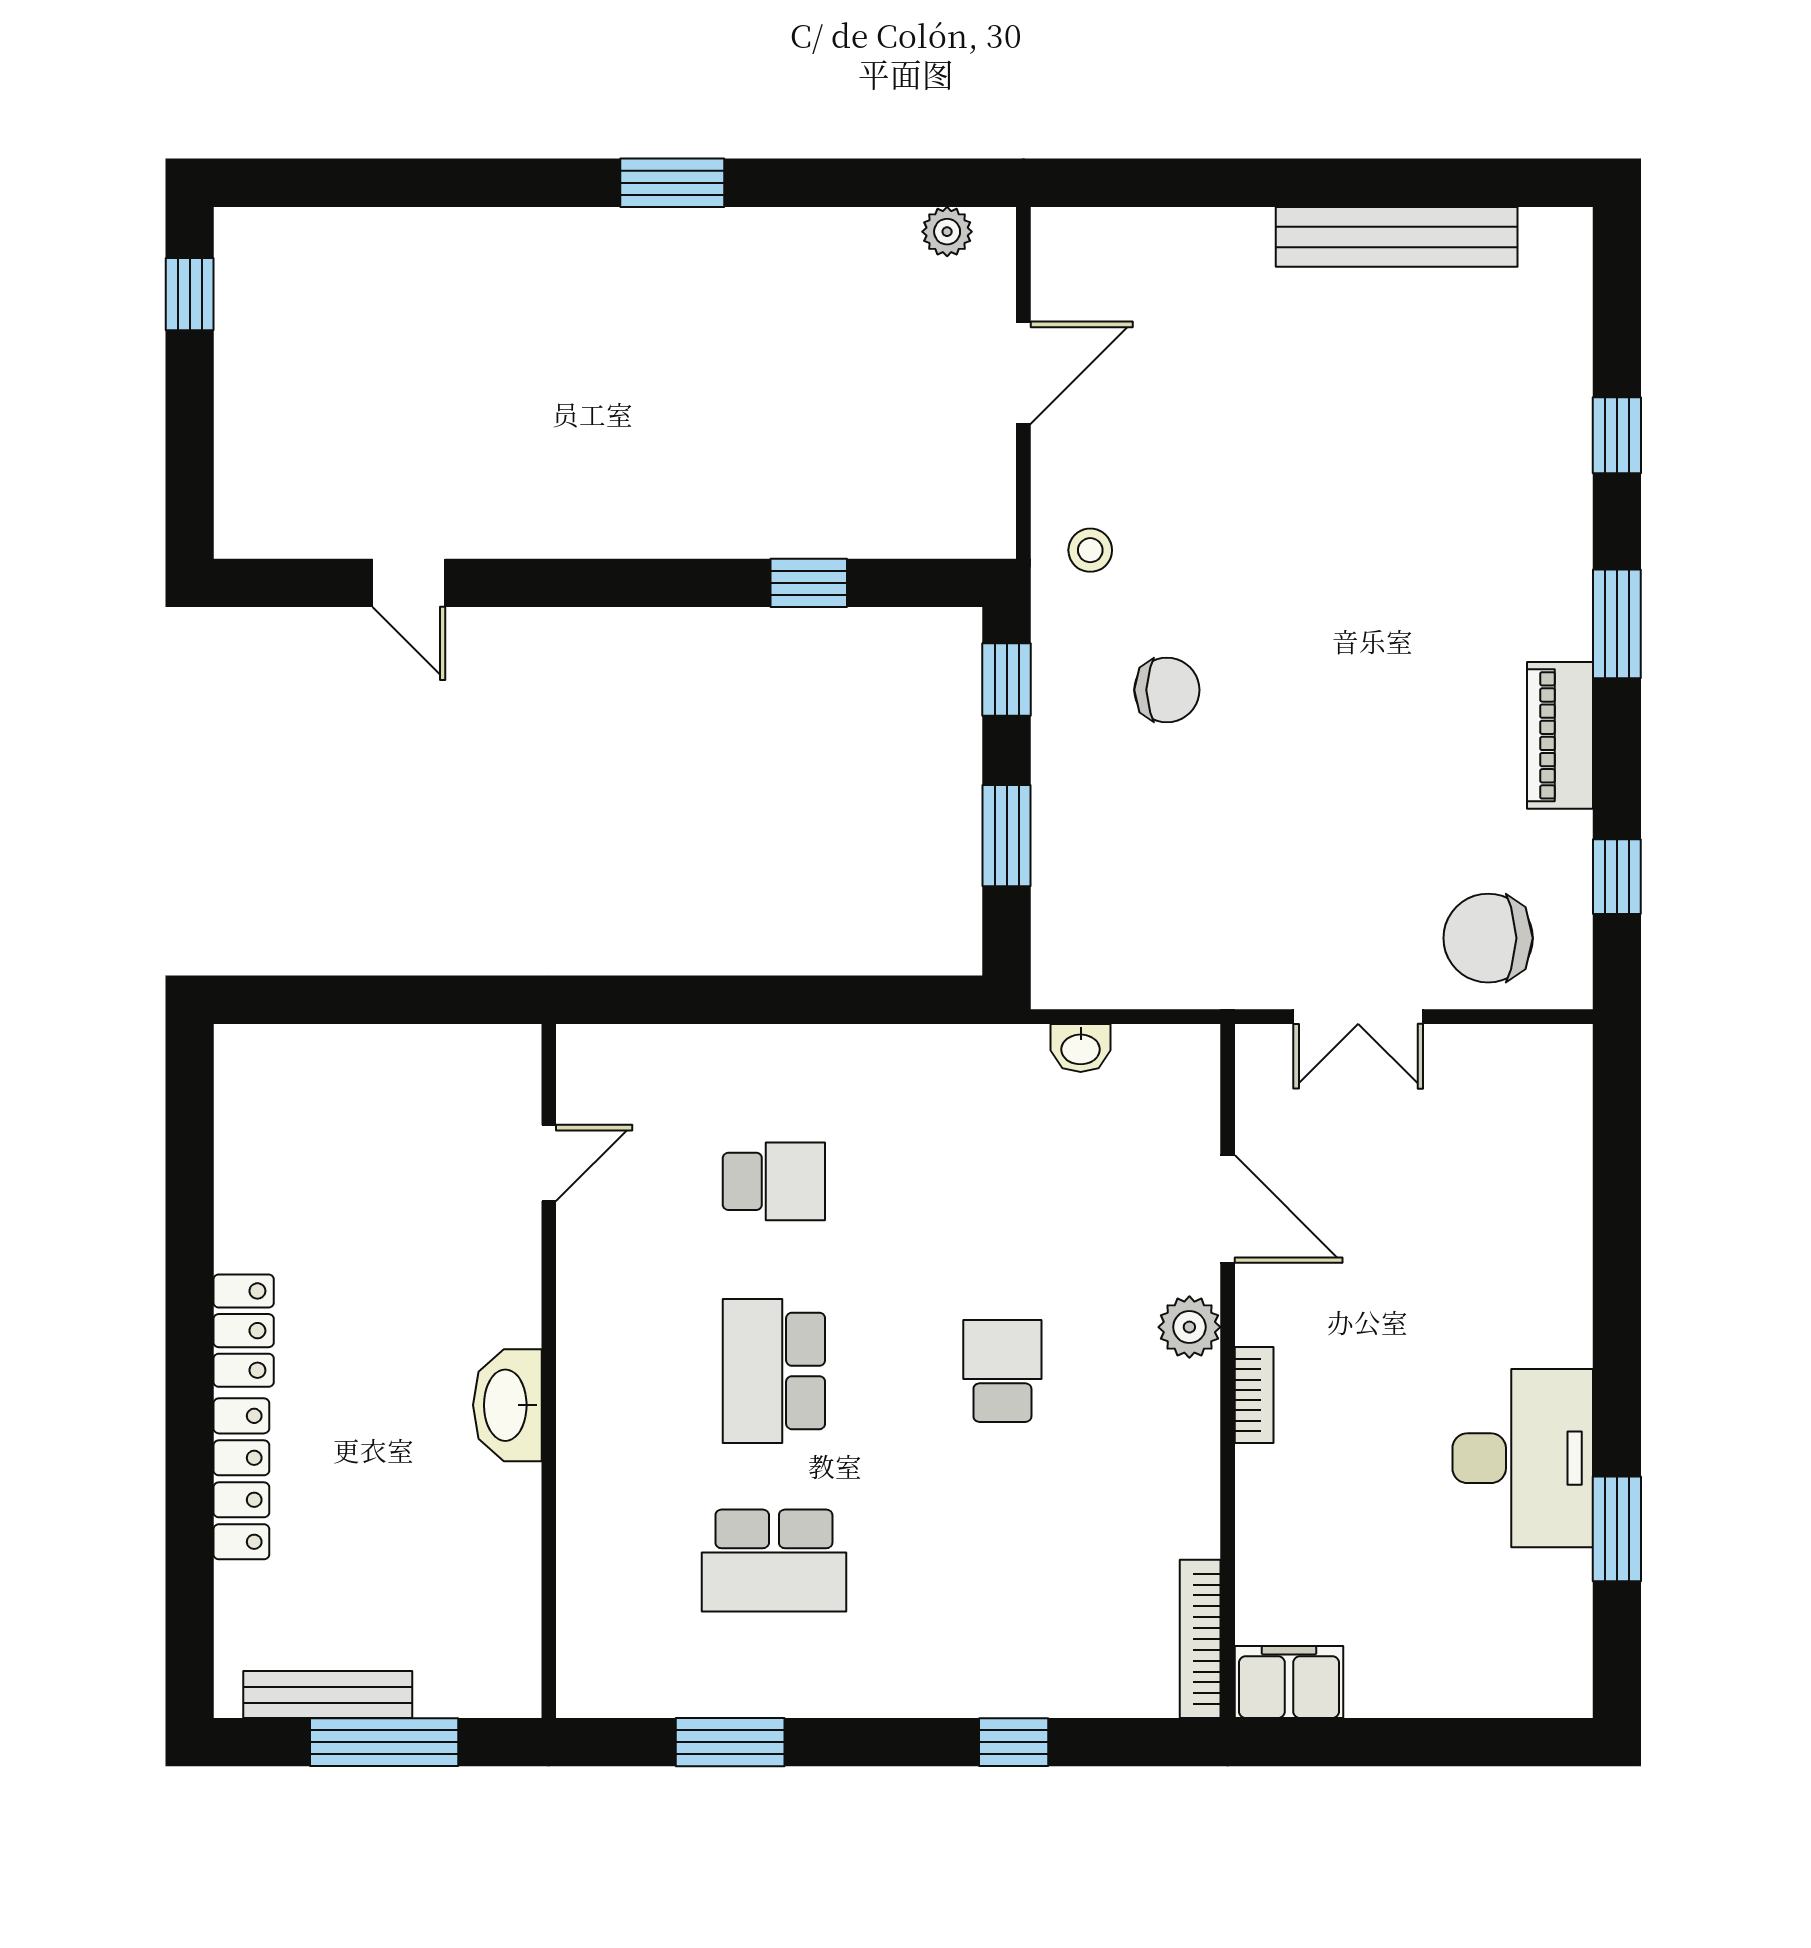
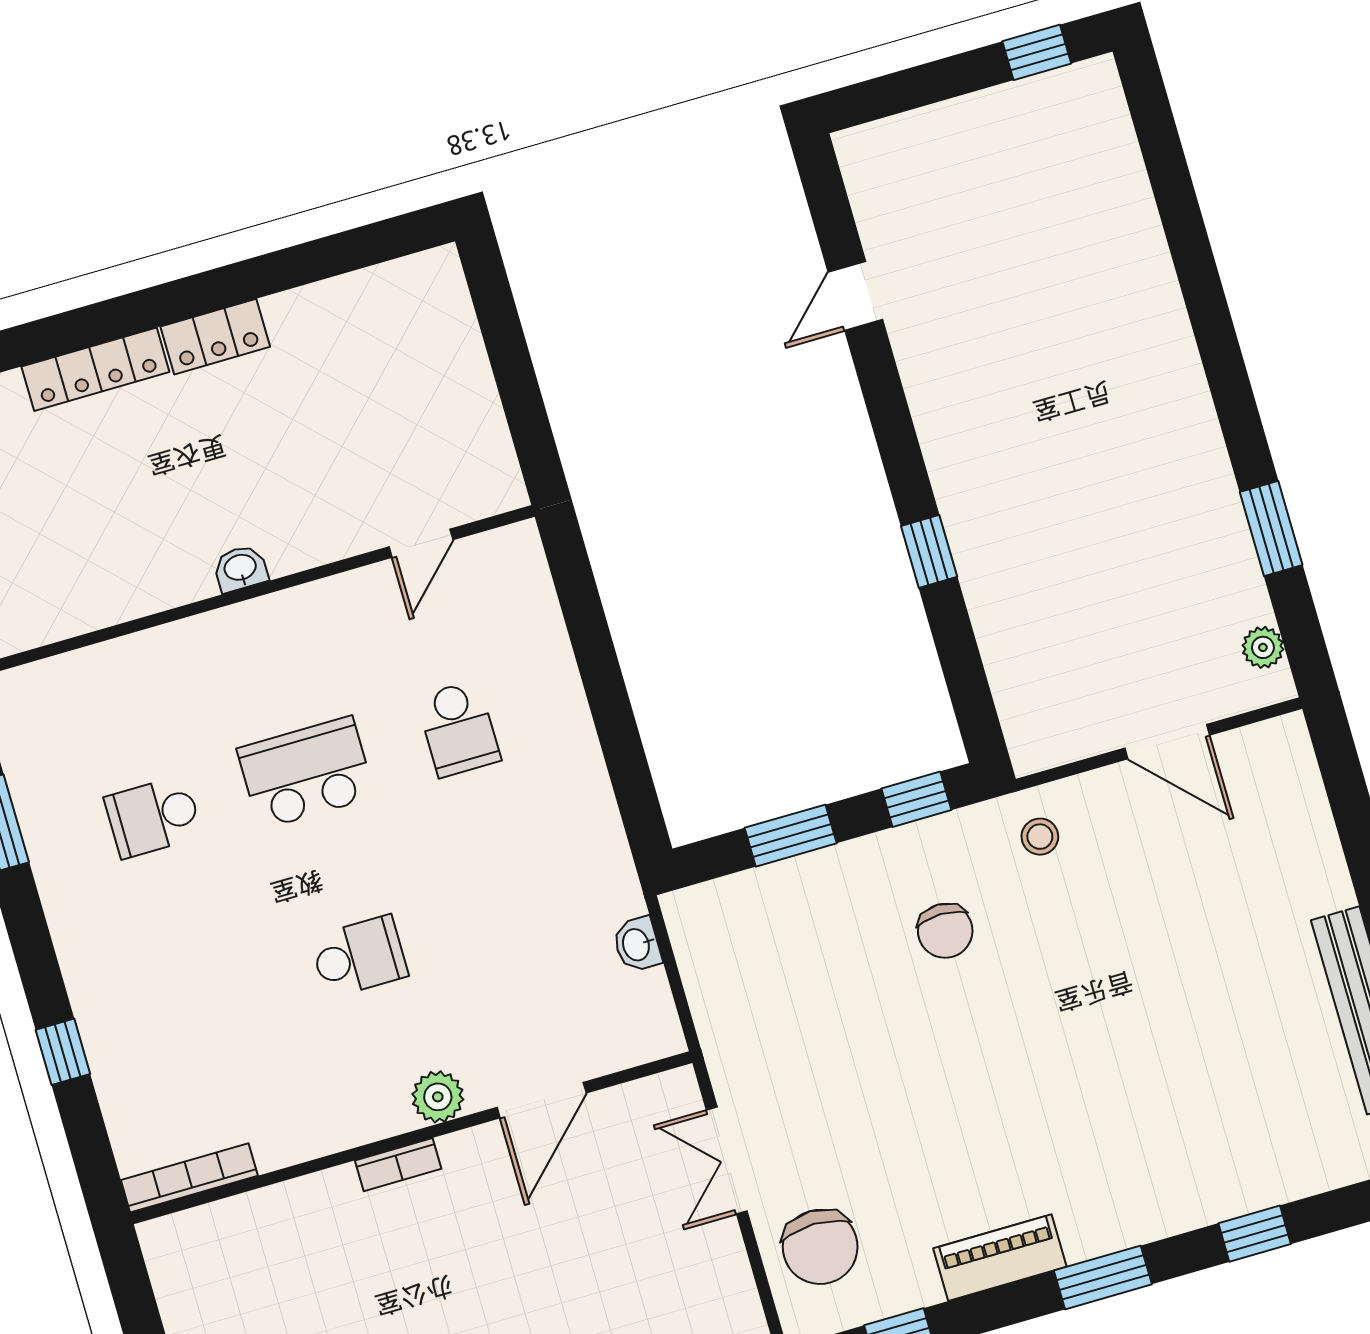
window: (672, 183) -> (1271, 528), moved
window: (809, 583) -> (929, 551), moved
chair: (1488, 938) -> (820, 1247), turned 180
door: (549, 1163) -> (421, 543), hinge flipped
washbasin: (507, 1405) -> (240, 568), width x0.52, depth x0.69
school desk: (774, 1561) -> (153, 817), width x0.54
filing cabinet: (1289, 1682) -> (175, 1259), removed

